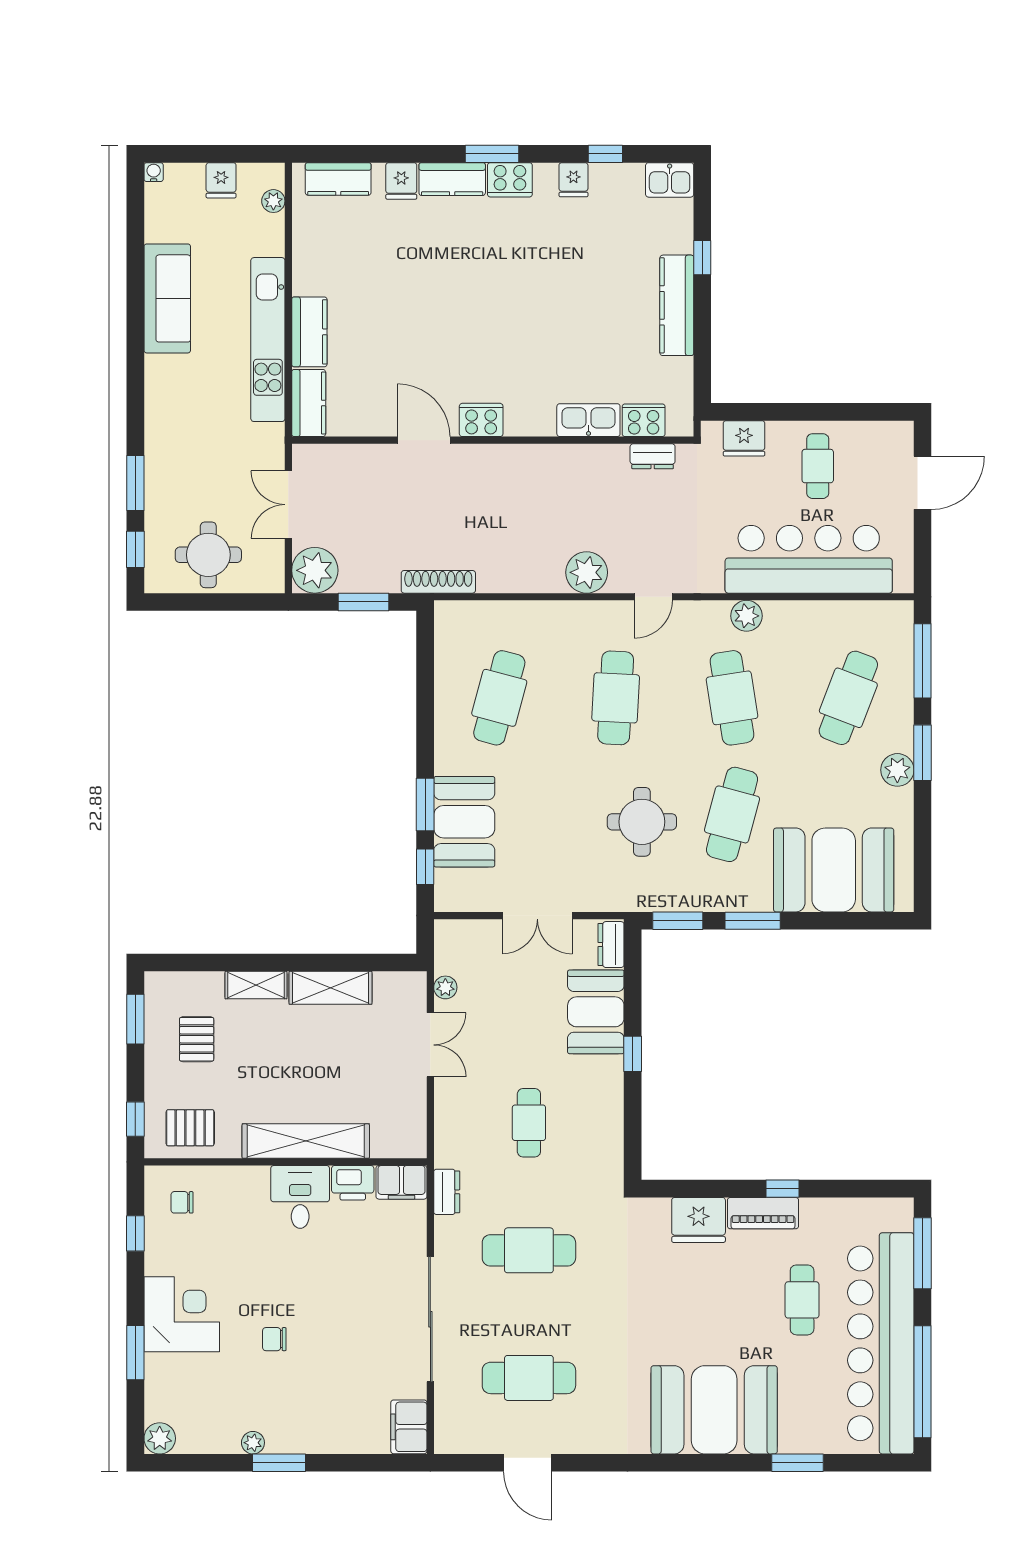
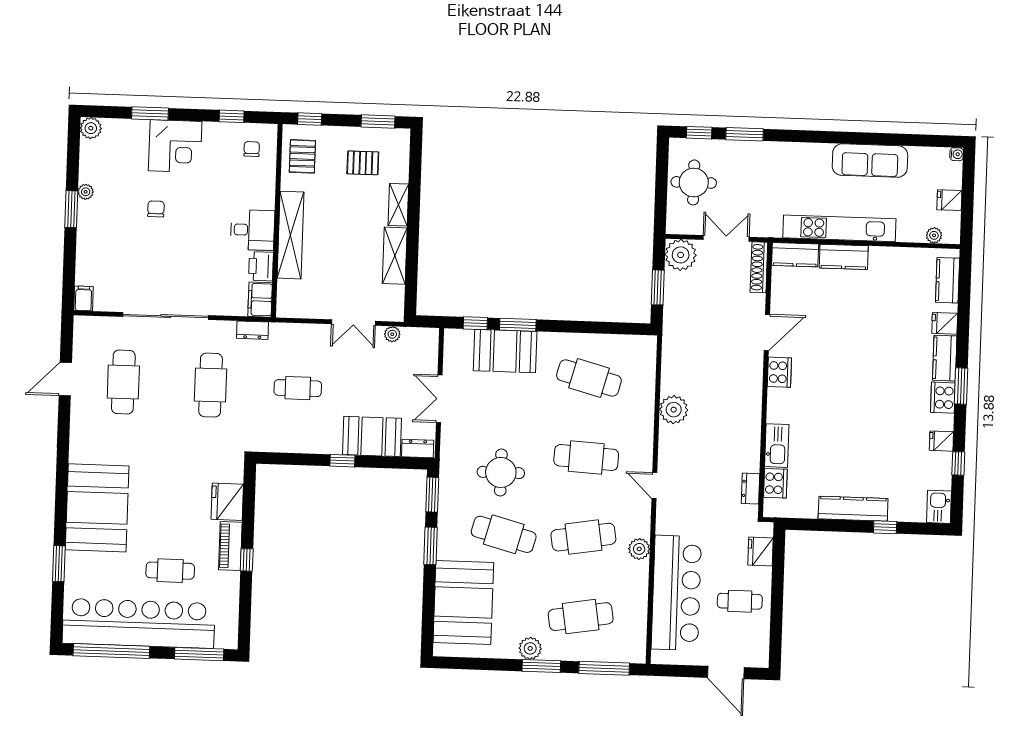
plant: (587, 572) -> (674, 410), moved
shoe rack: (438, 582) -> (759, 267), moved, turned 180
cafe table: (848, 698) -> (581, 617), turned -30
filing cabinet: (409, 1427) -> (84, 298), width x0.50

